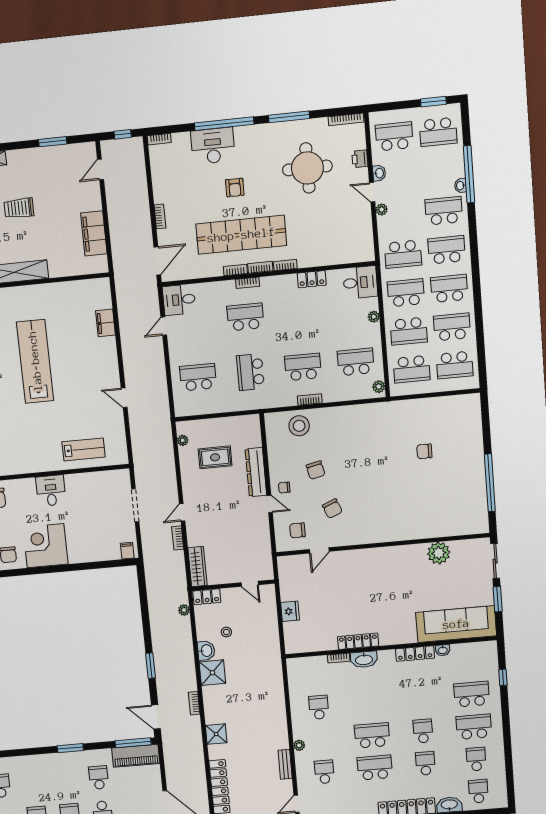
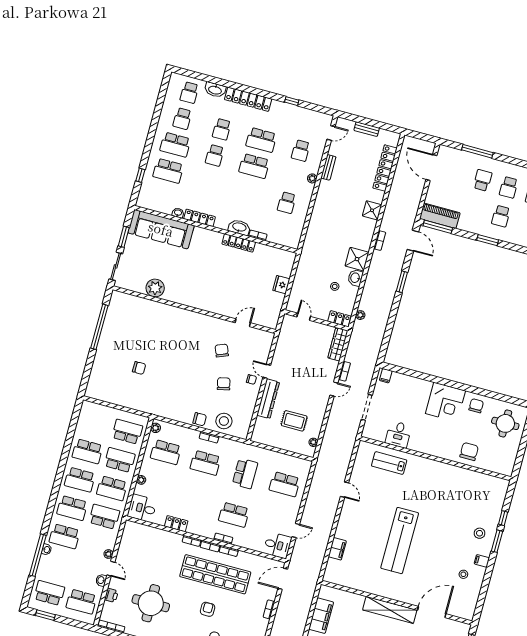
school desk: (455, 365) -> (95, 423), removed
desk: (51, 491) -> (398, 434), moved
chair: (297, 530) -> (200, 419), moved
school desk: (99, 777) -> (501, 216), moved

